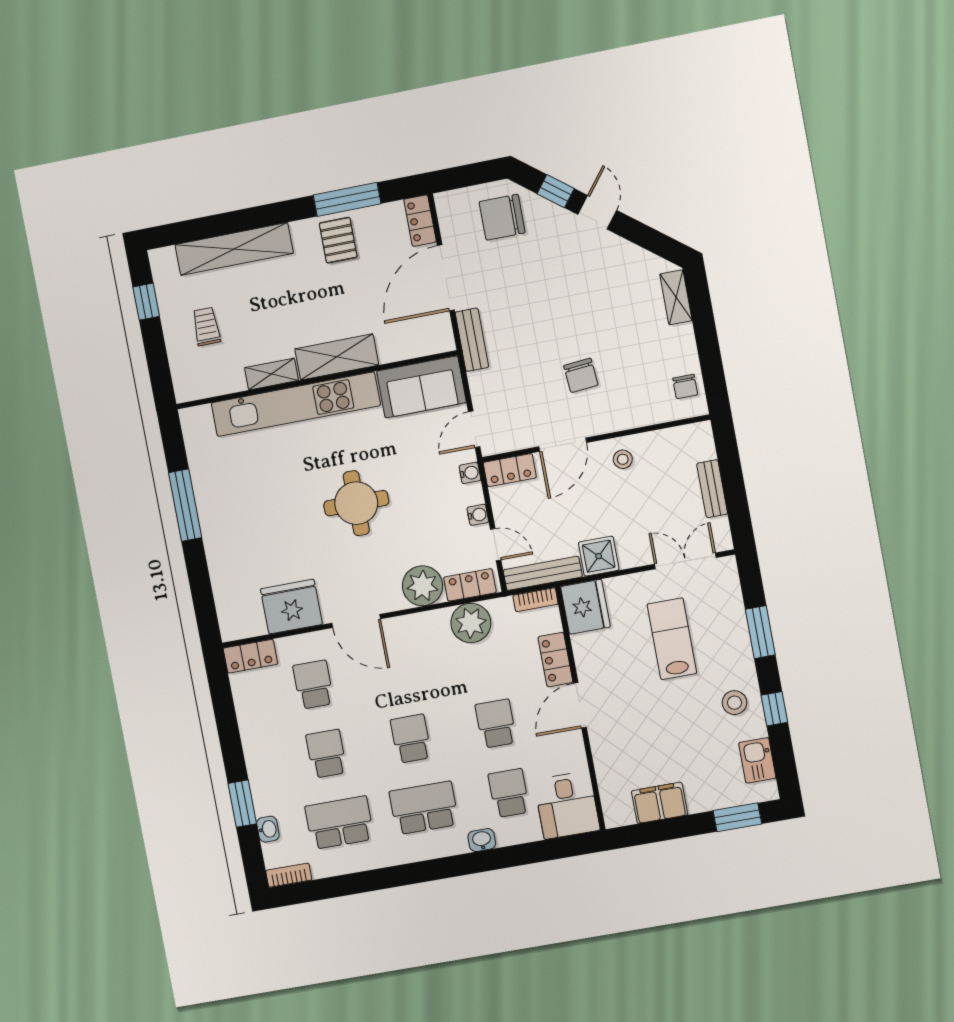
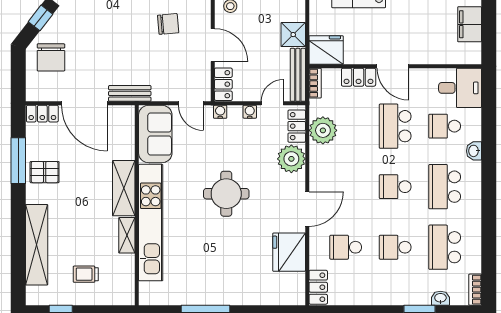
school desk: (496, 724) -> (395, 126), width x1.85

